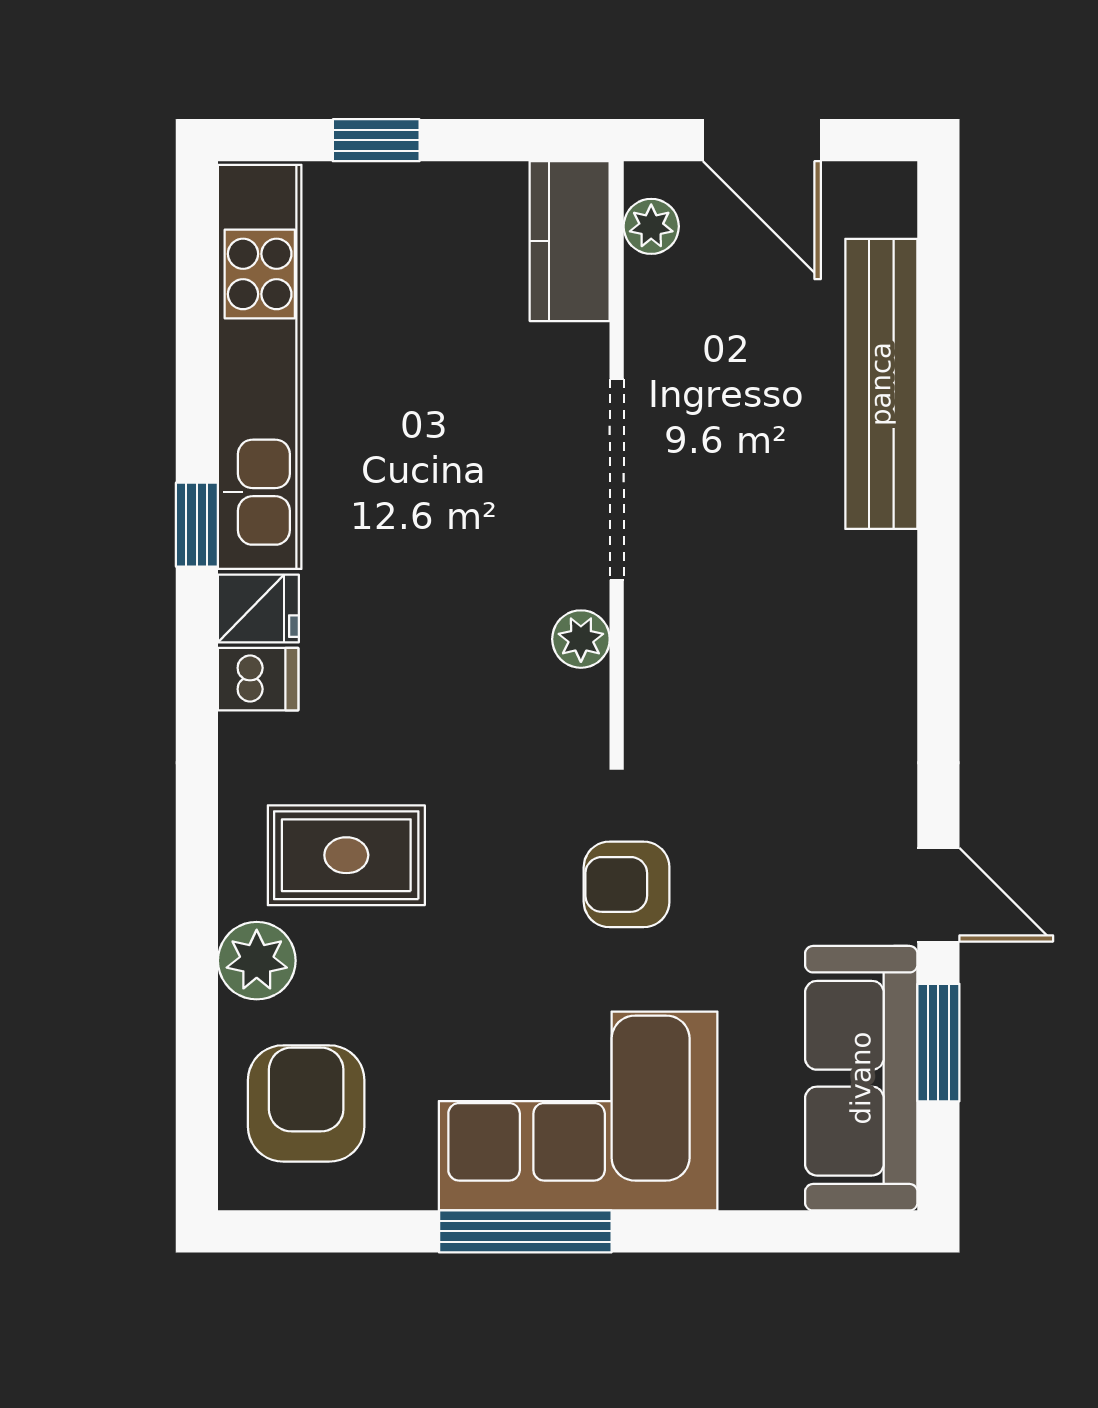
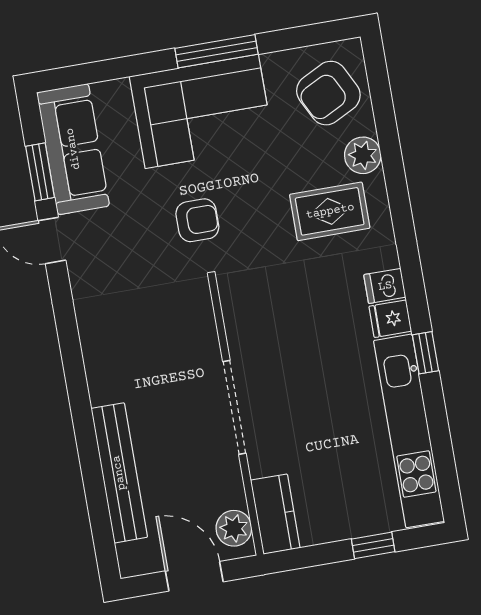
plant: (651, 226) -> (234, 528), width x1.38, depth x1.38
plant: (581, 639) -> (238, 330), removed
armchair: (306, 1103) -> (328, 93), turned 63

